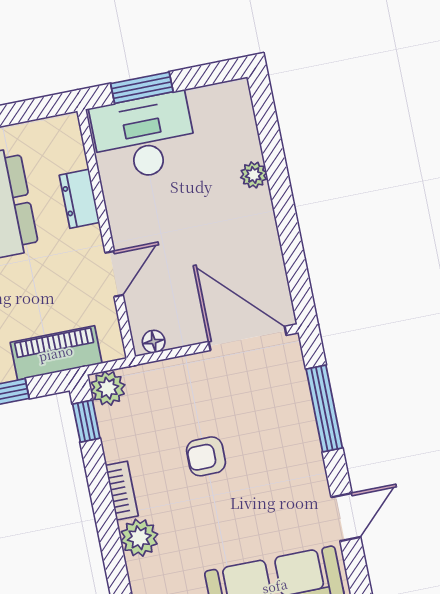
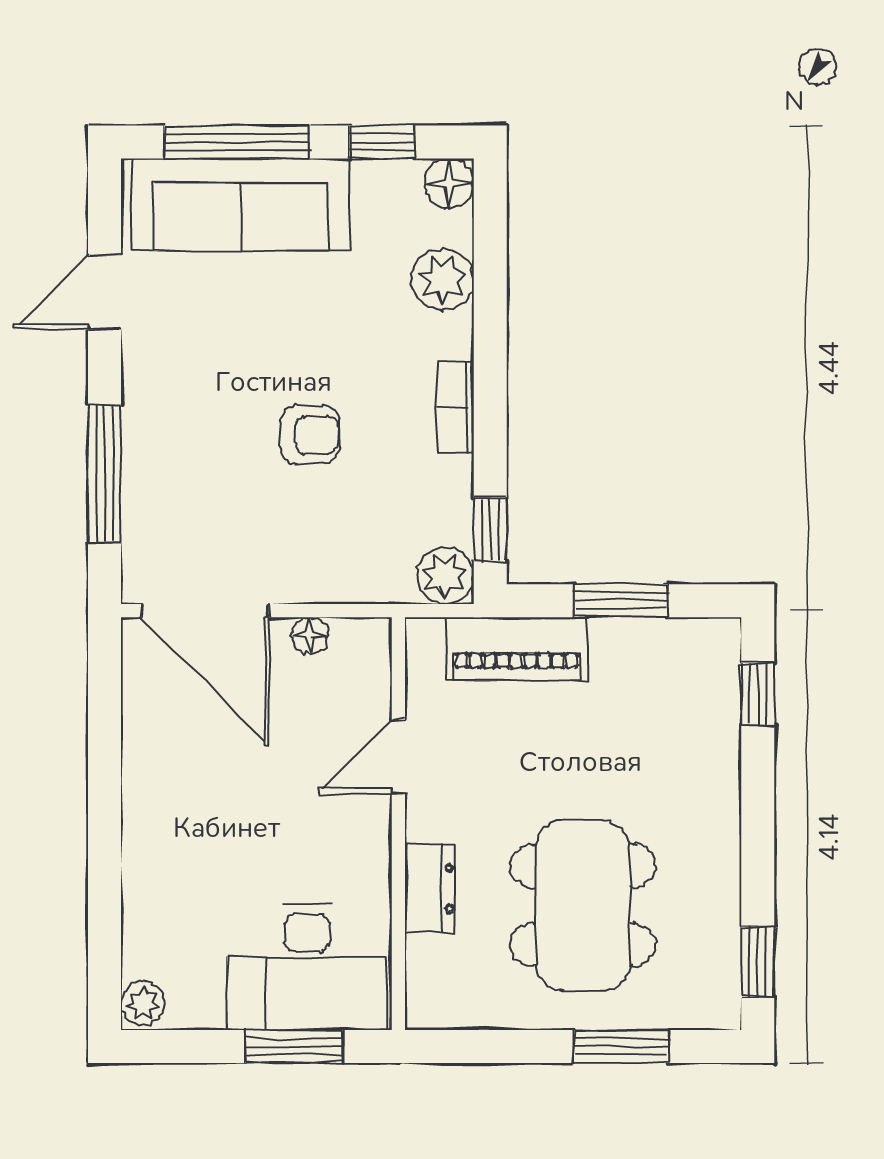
plant: (254, 175) -> (143, 1003), moved
floor lamp: (154, 342) -> (310, 636), moved
plant: (139, 538) -> (443, 279), moved

